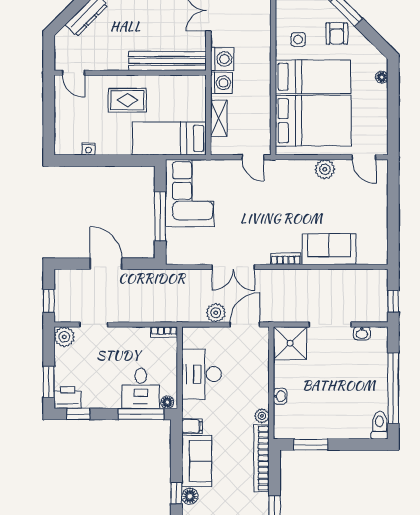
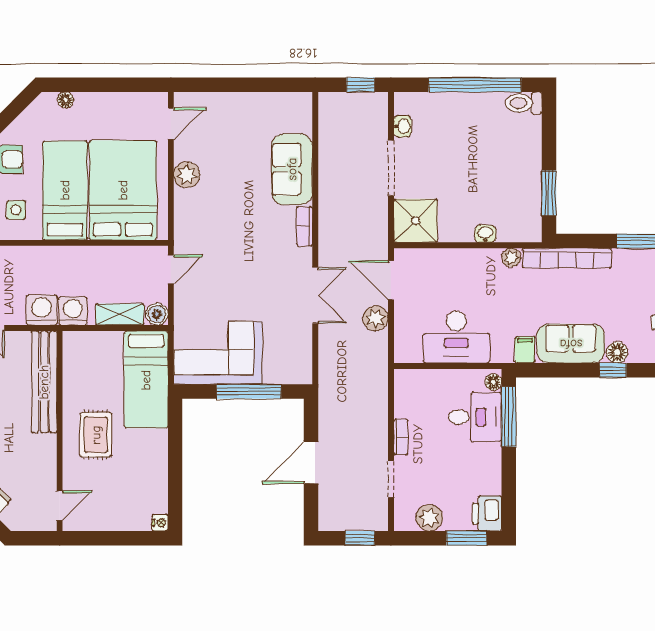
boiler: (219, 147) -> (157, 314), added
nightstand: (88, 149) -> (160, 523), moved
bookcase: (164, 332) -> (401, 437), moved
plant: (64, 337) -> (429, 518), moved
window: (78, 414) -> (509, 499), removed

